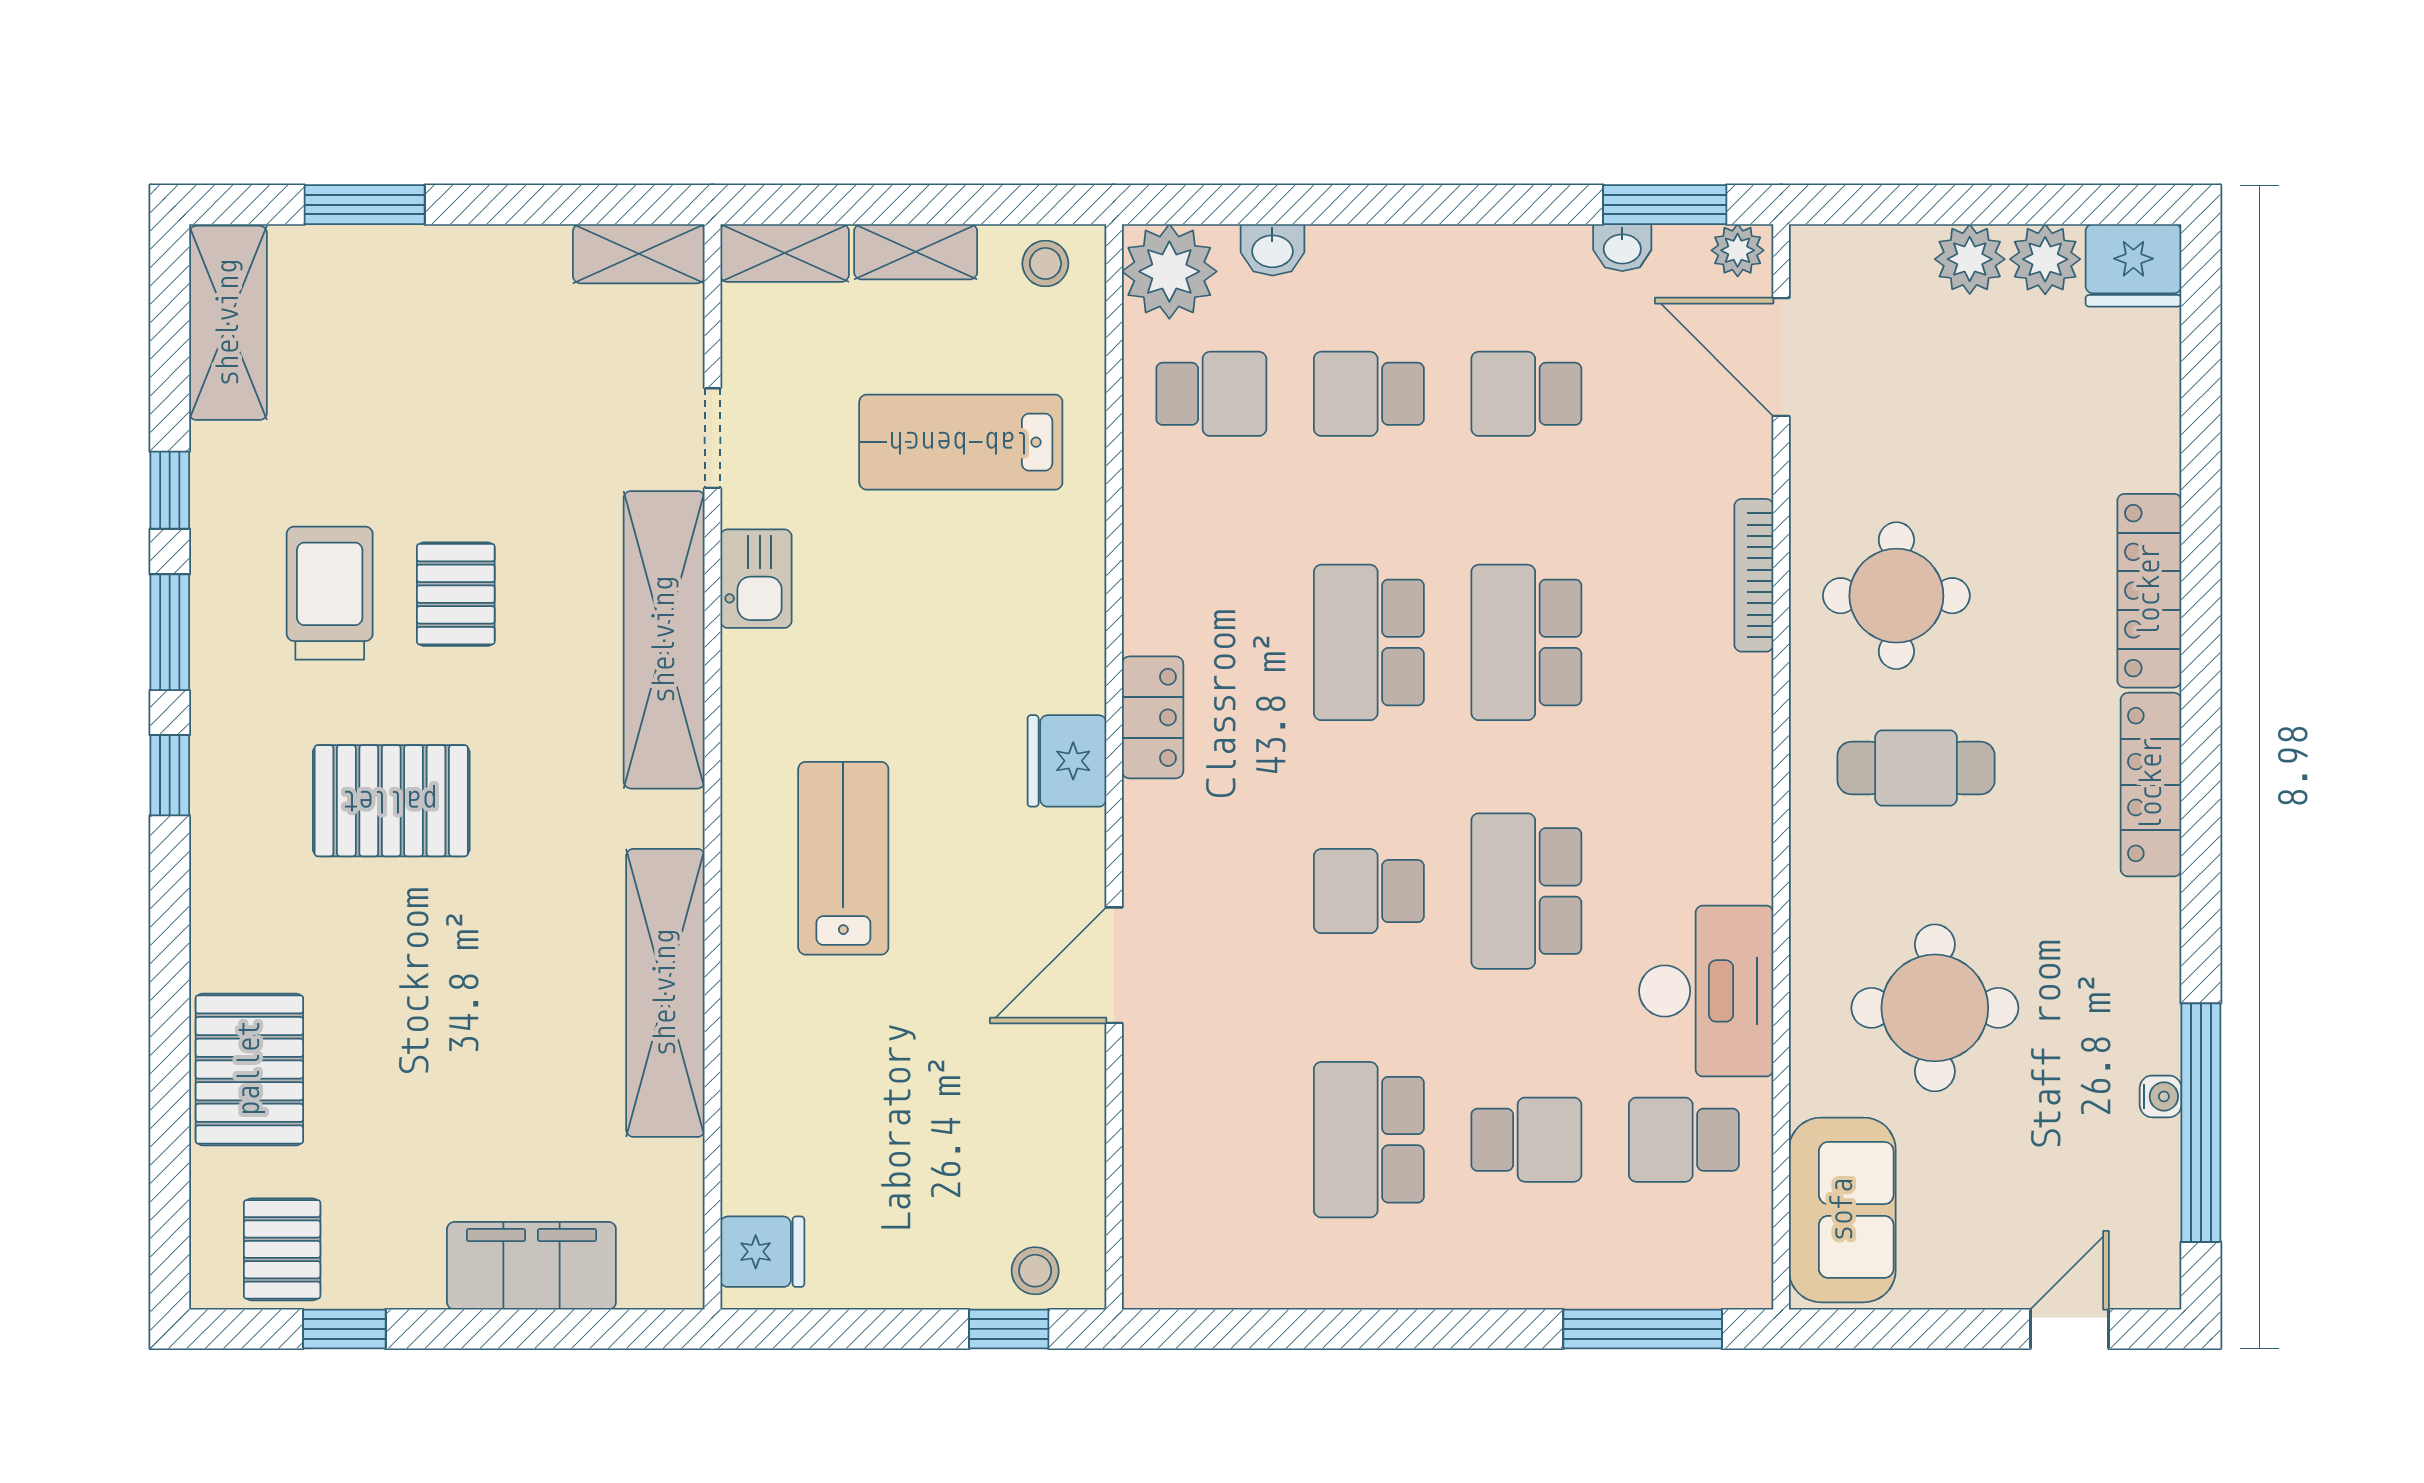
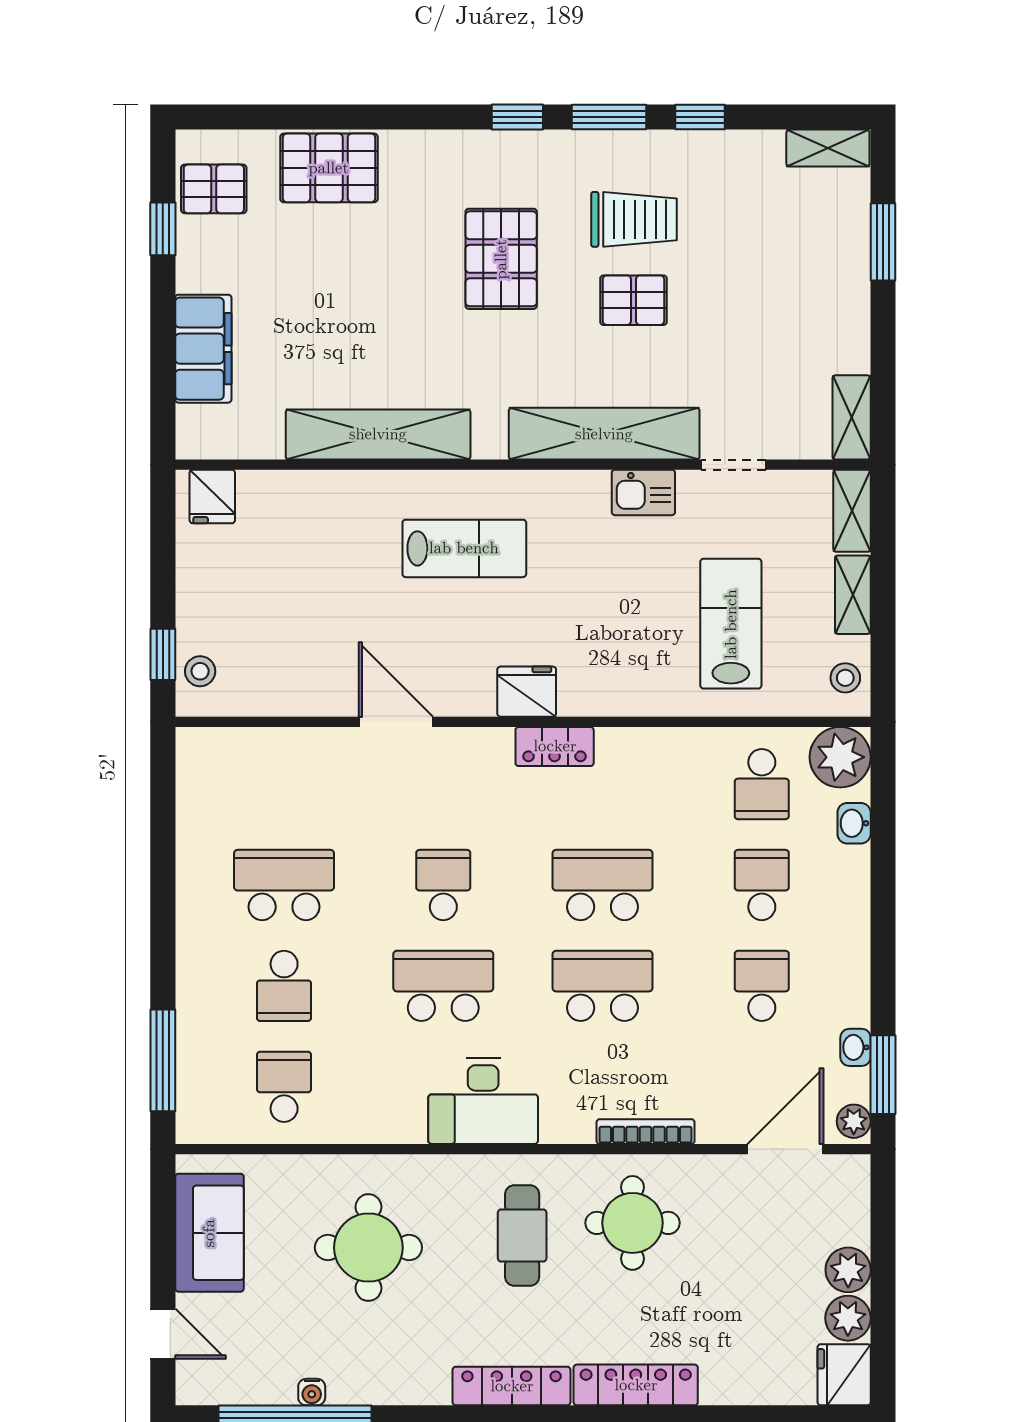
shelving: (228, 323) -> (828, 148), width x0.67, depth x0.75
desk: (1706, 991) -> (483, 1101), moved
sofa: (1842, 1210) -> (209, 1233), moved, turned -90

